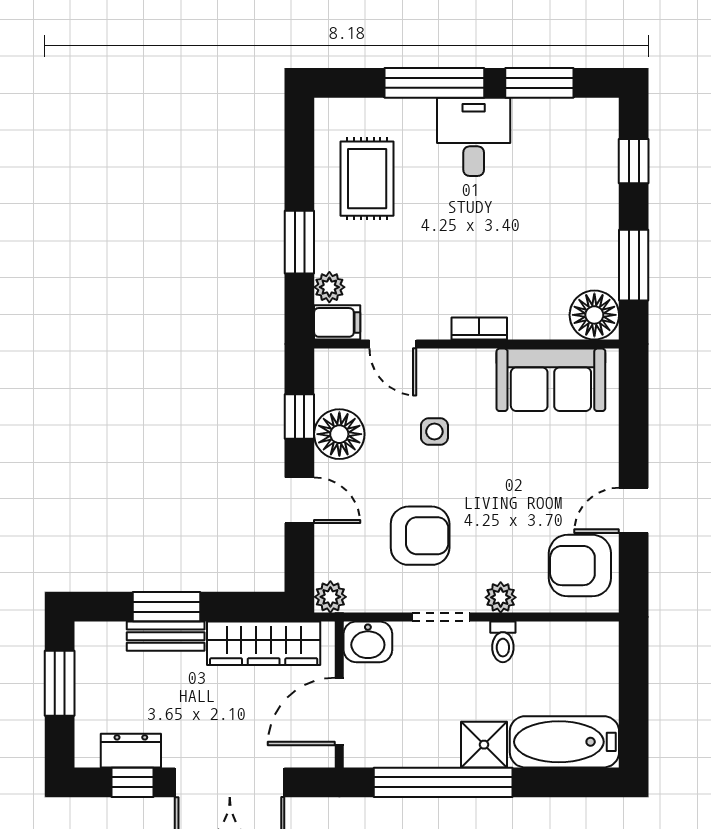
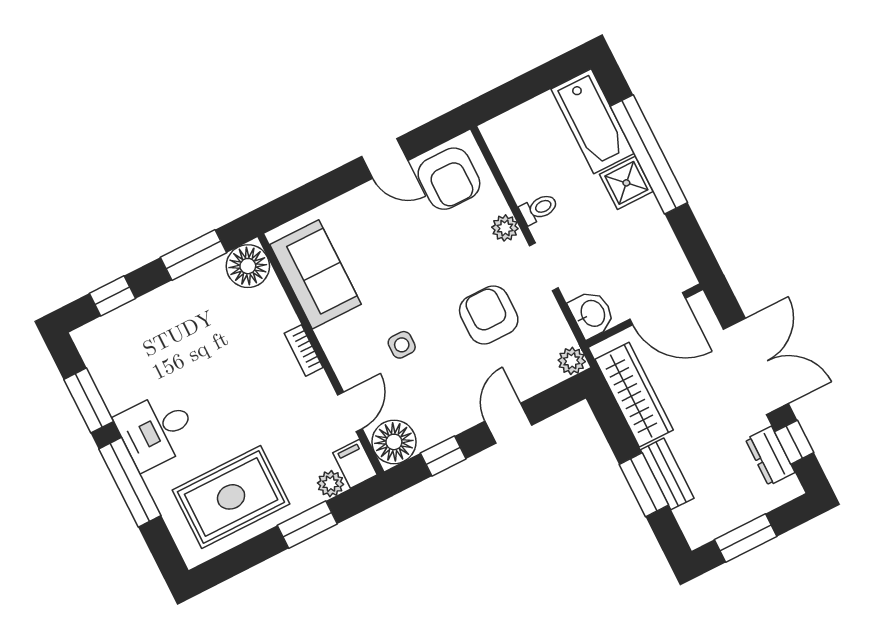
rug: (367, 179) -> (231, 497), width x1.36, depth x1.43
floor lamp: (339, 434) -> (394, 442), moved
window: (443, 782) -> (649, 154), moved

